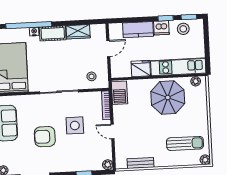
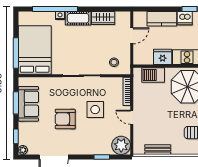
barbecue: (119, 93) -> (153, 75), moved, turned 90
plant: (108, 165) -> (121, 145), width x1.88, depth x1.88

